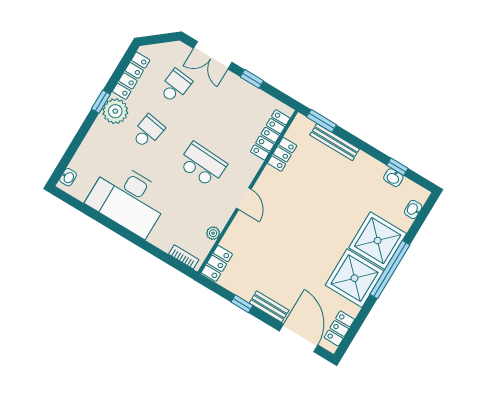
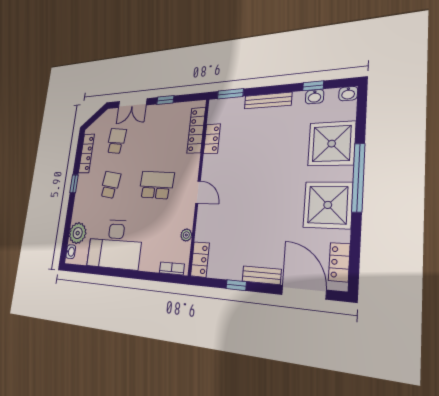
plant: (115, 111) -> (78, 233), moved
bench: (335, 142) -> (268, 101), moved
washbasin: (413, 209) -> (348, 94), moved, turned -90
shower: (378, 241) -> (332, 144), moved

